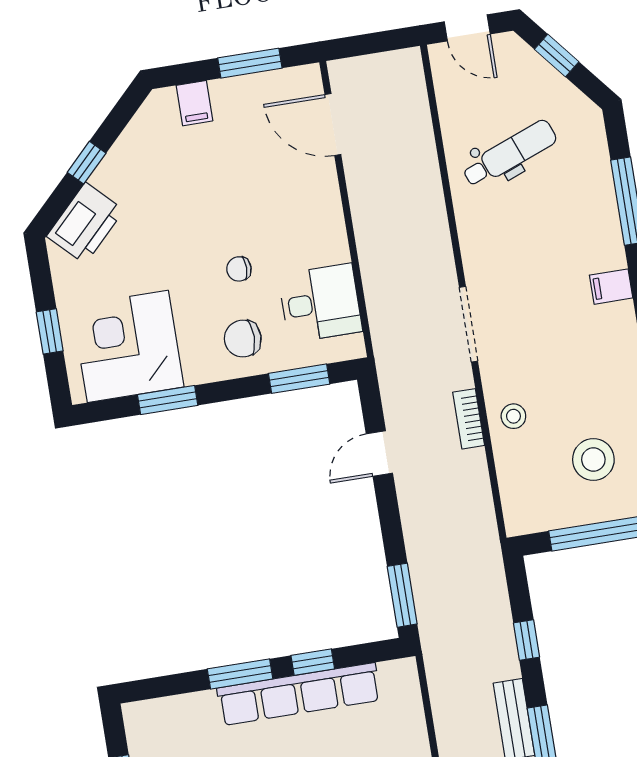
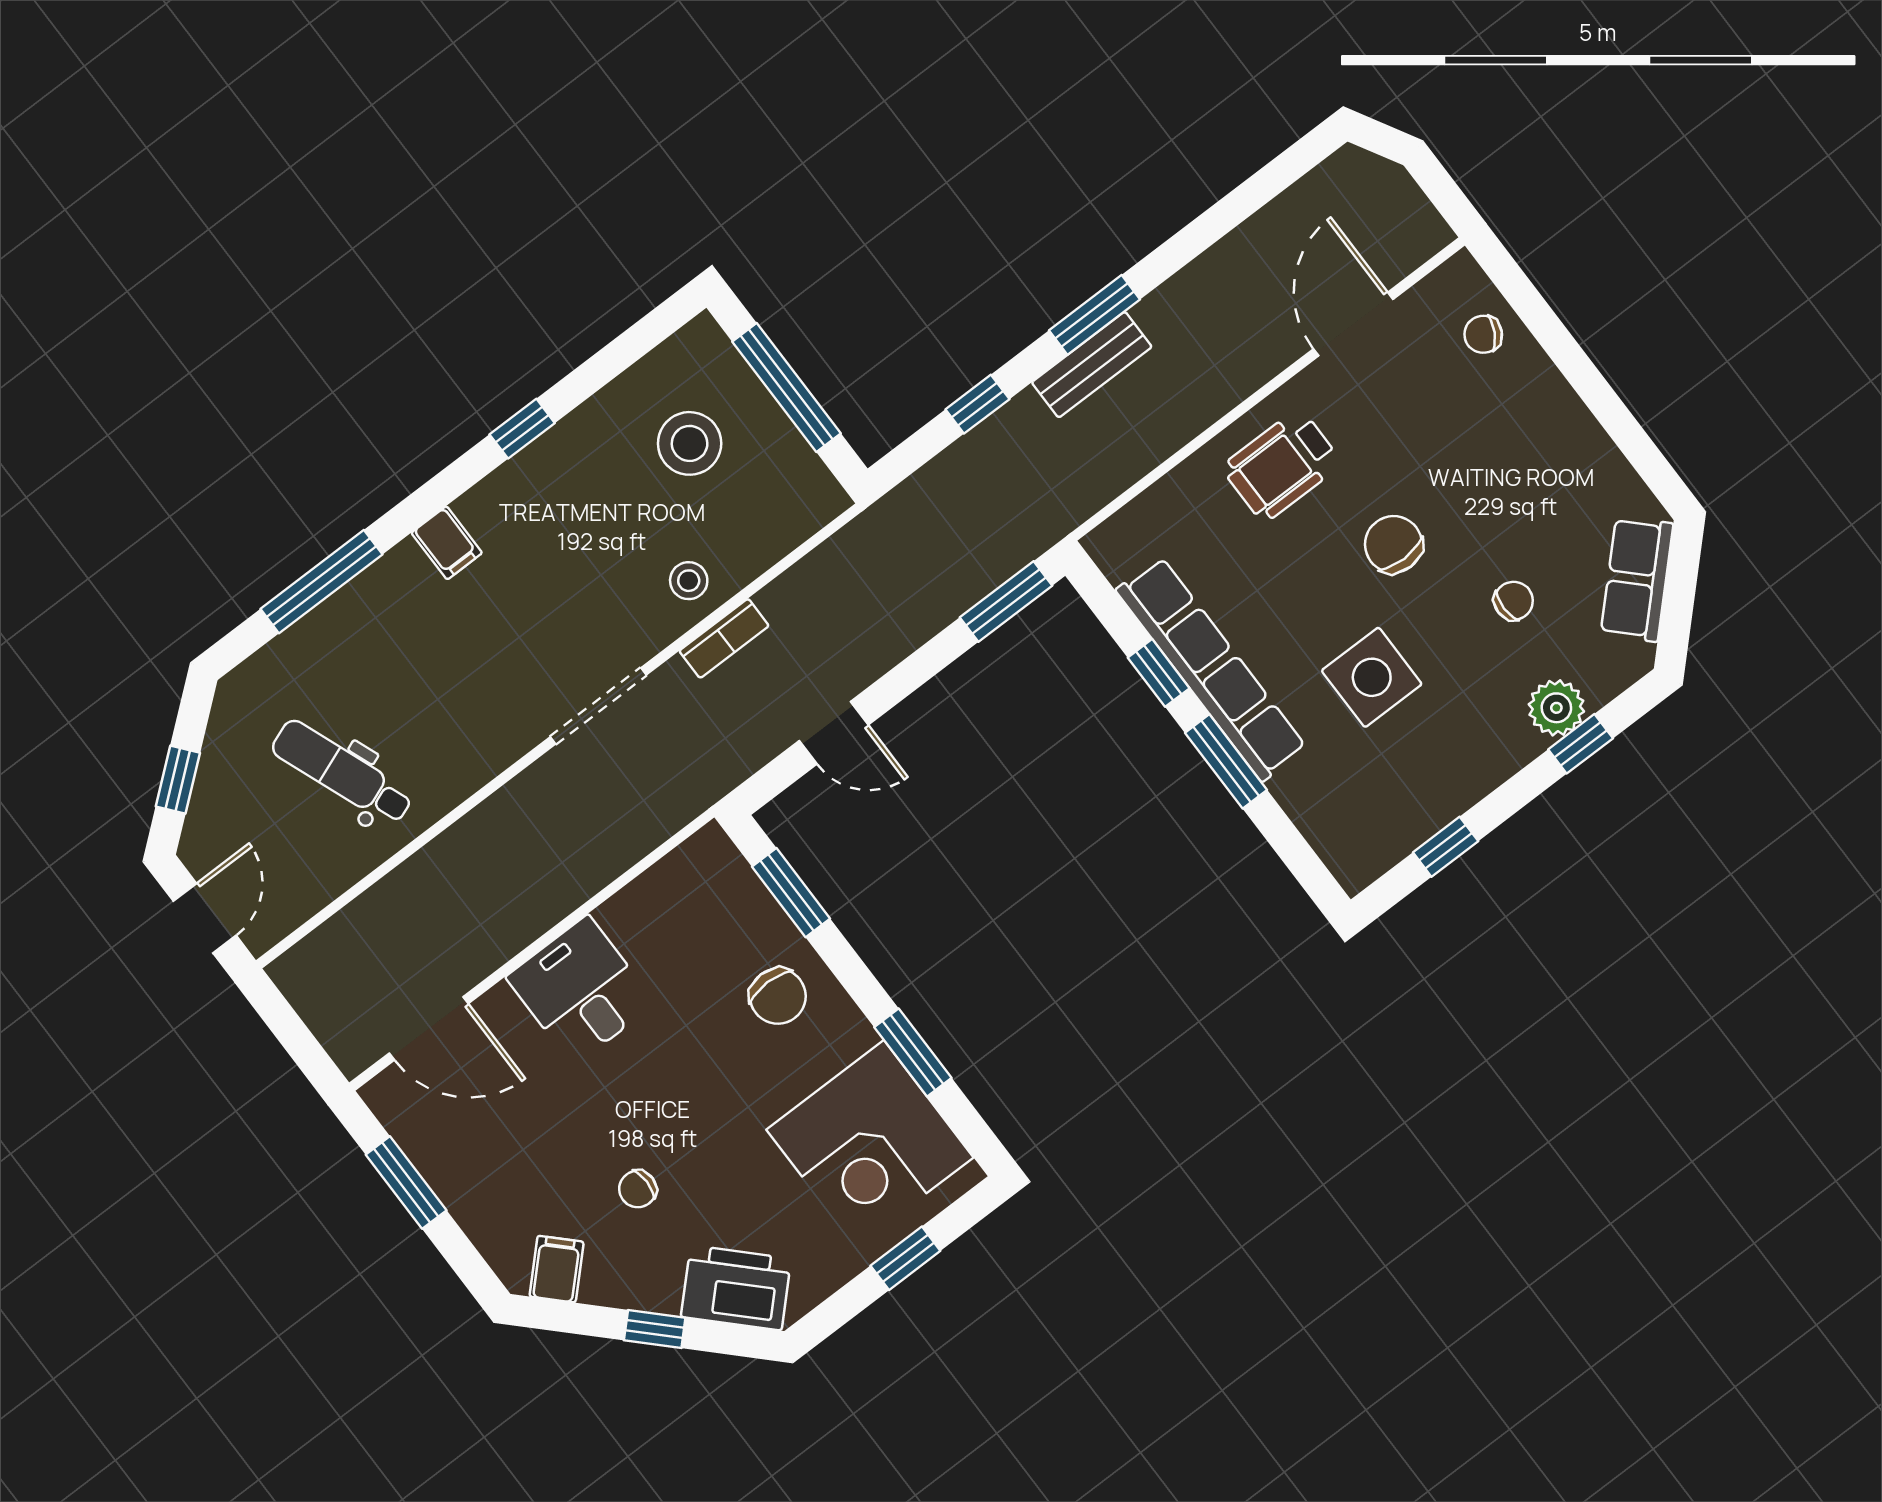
filing cabinet: (194, 103) -> (557, 1269), moved, turned -45
door: (333, 124) -> (429, 1028), hinge flipped
chair: (239, 269) -> (638, 1189), moved, turned 90
desk: (320, 303) -> (581, 990), moved

